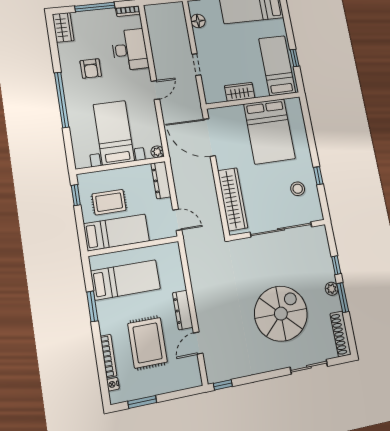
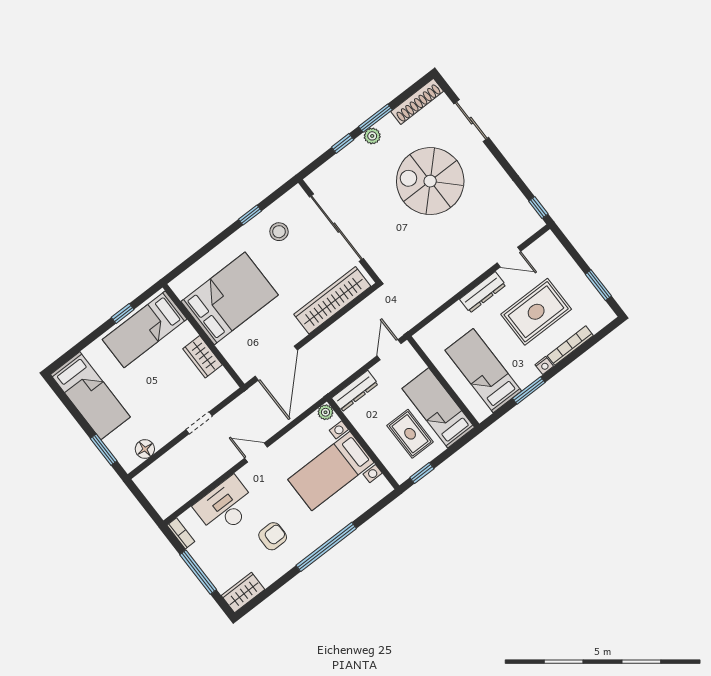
nightstand: (113, 384) -> (544, 365), moved

